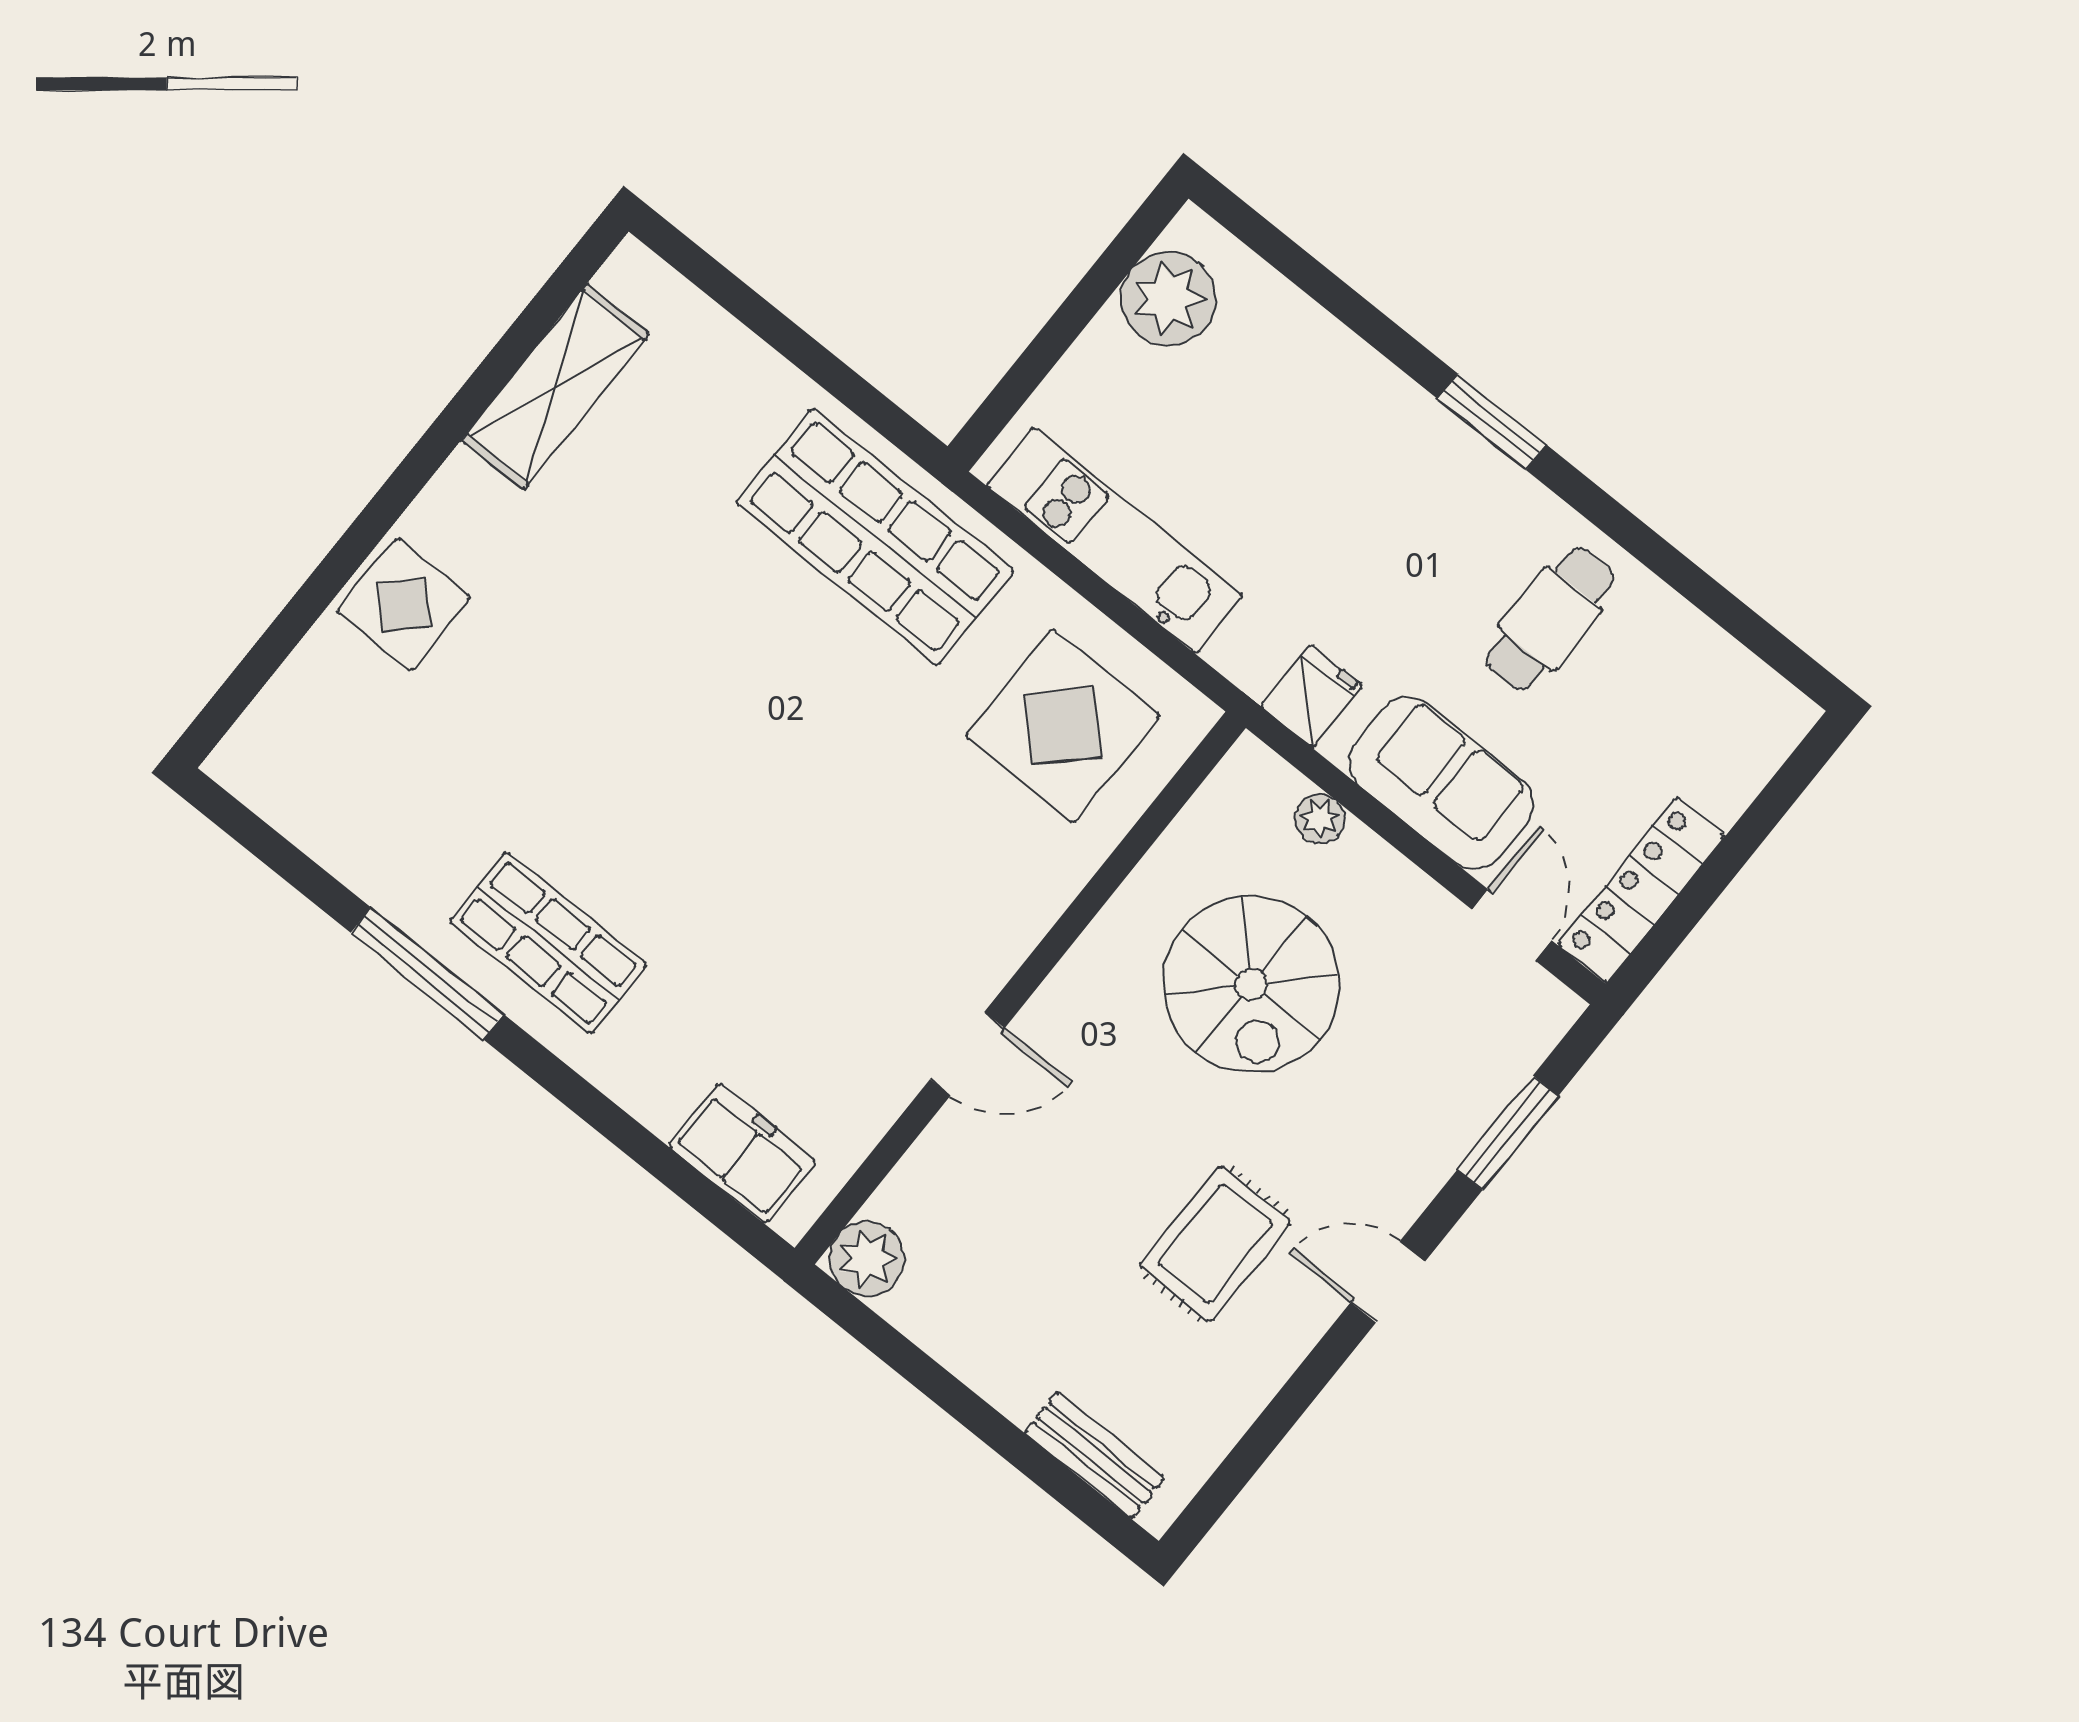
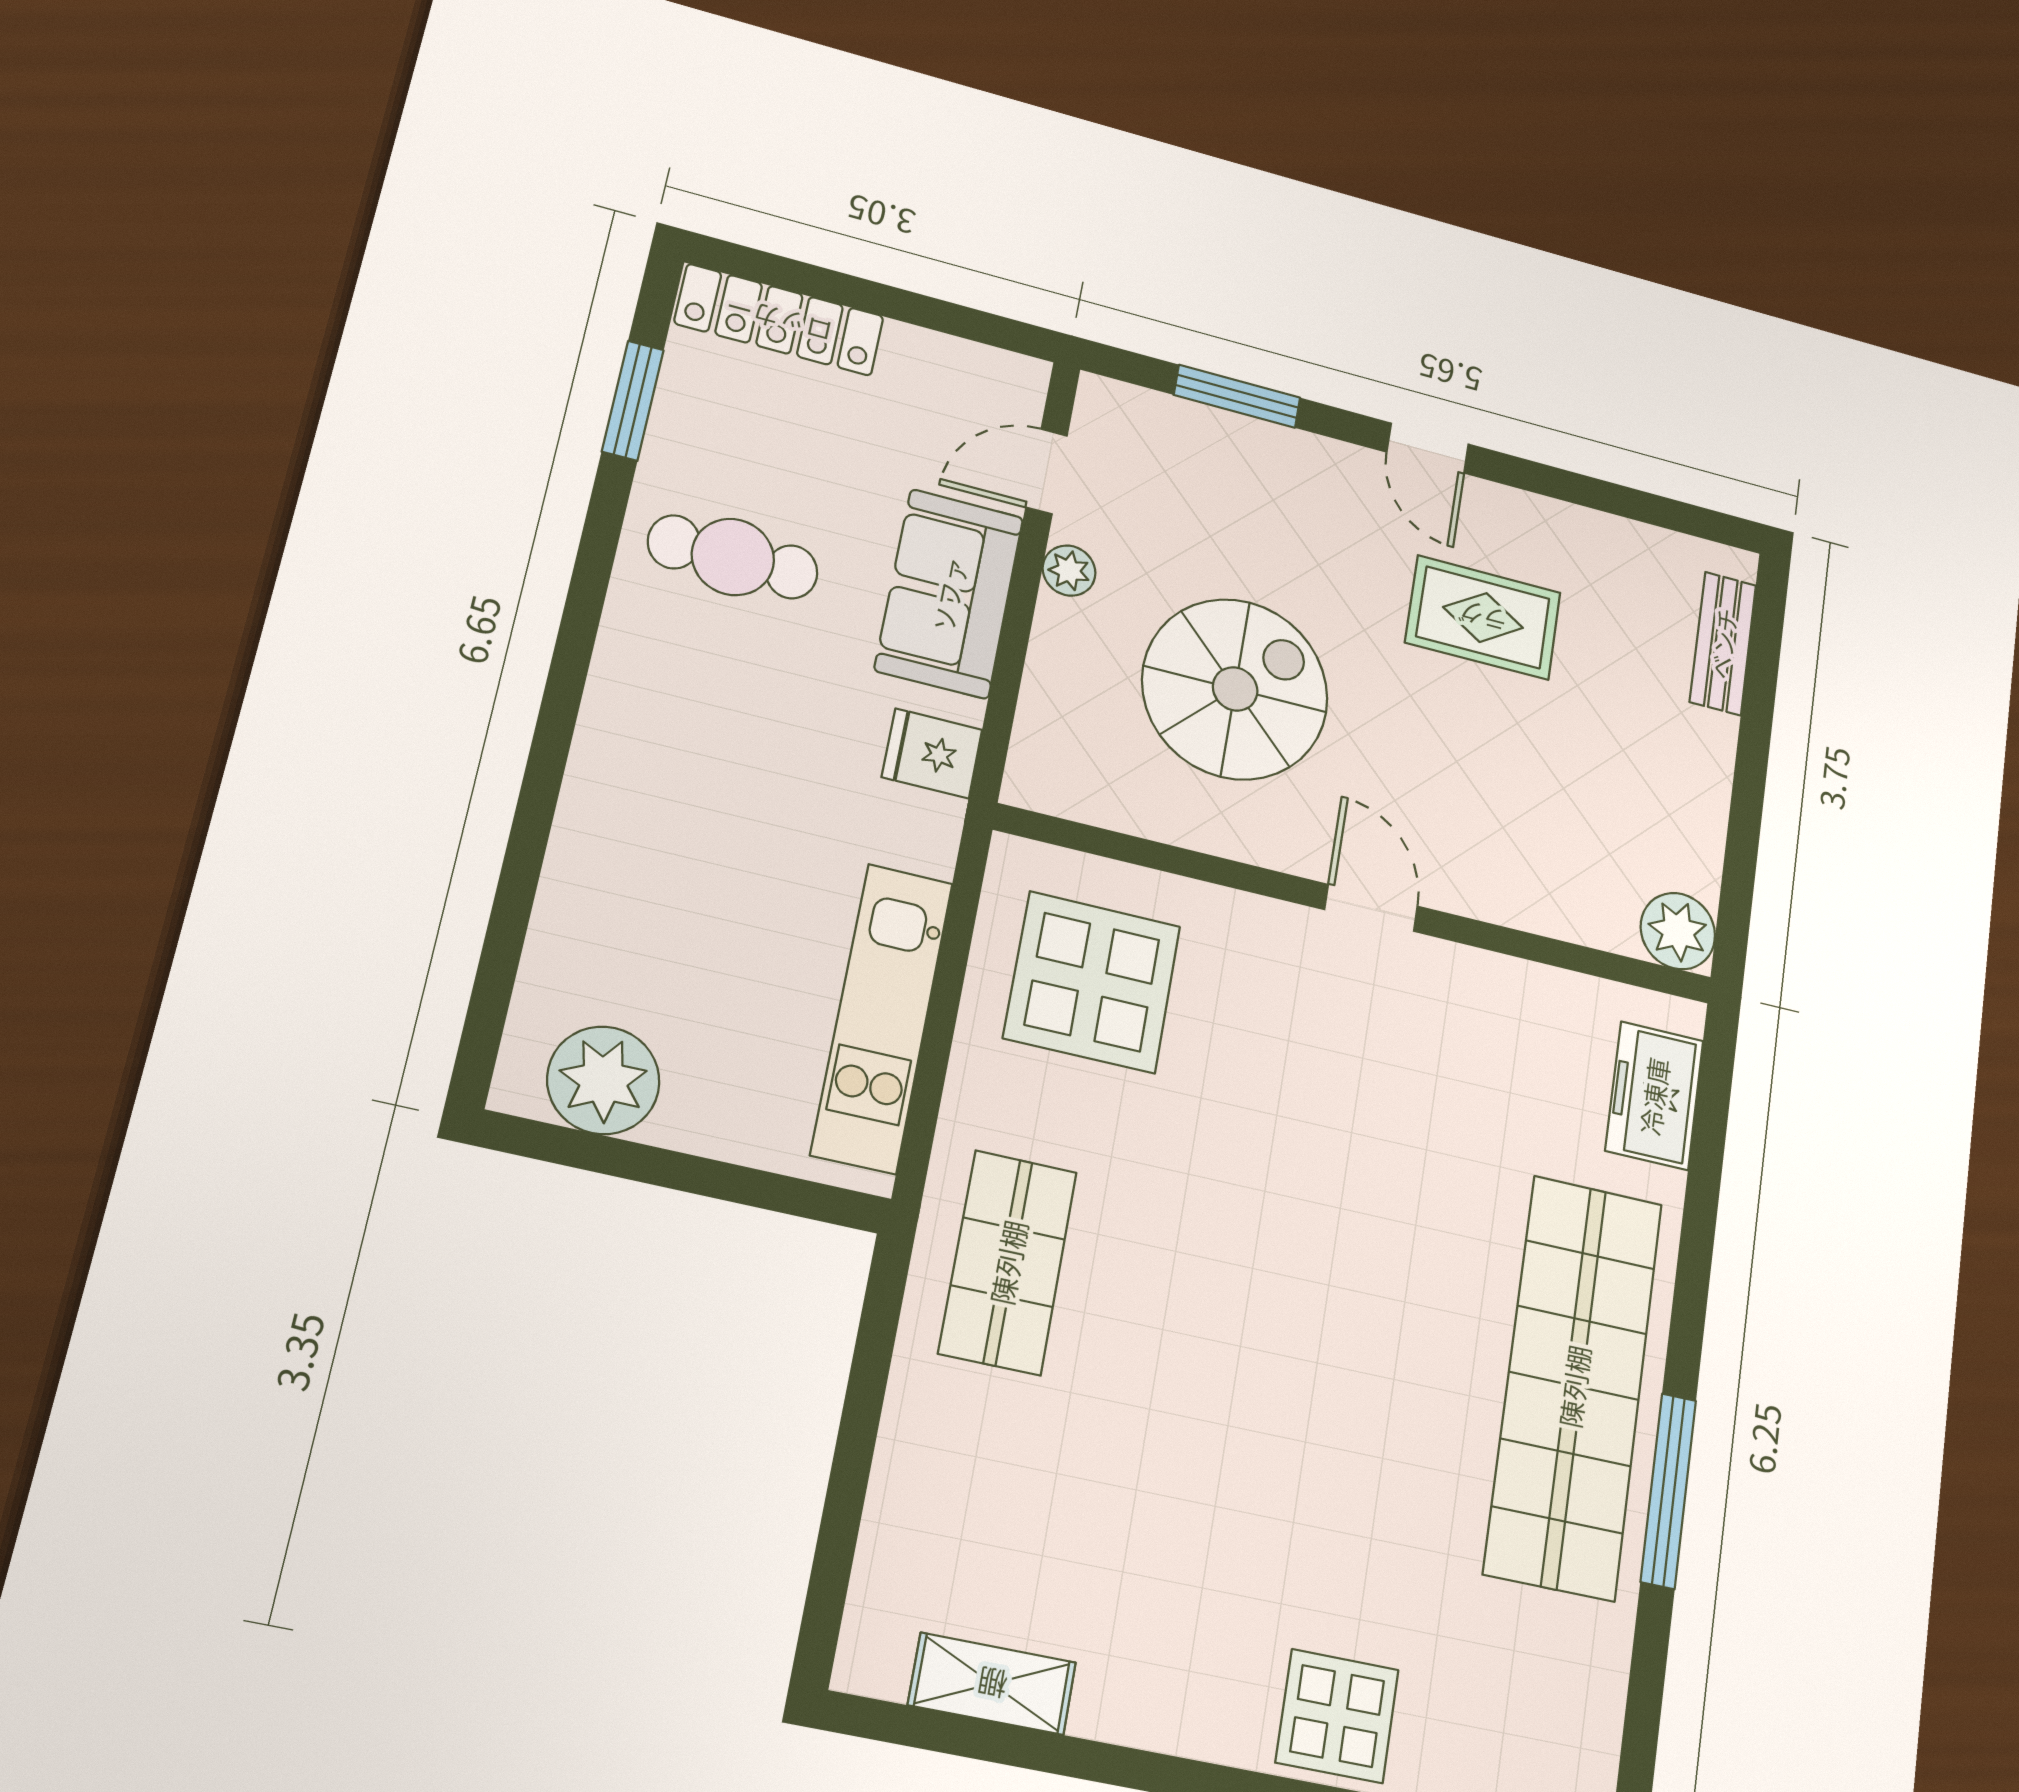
shelving: (555, 387) -> (992, 1684), width x0.67, depth x0.75
window: (1492, 422) -> (633, 401), moved
shop shelf: (875, 537) -> (1008, 1262), width x0.70, depth x0.74
plant: (1320, 819) -> (1069, 571), moved
locker: (1641, 890) -> (779, 320), moved
shop shelf: (548, 943) -> (1574, 1386), width x2.00, depth x1.36
door: (967, 1054) -> (1371, 908), moved

